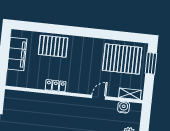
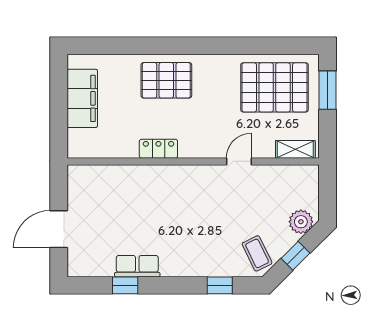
pallet: (53, 46) -> (166, 80), moved
water cooler: (124, 107) -> (286, 175), removed

